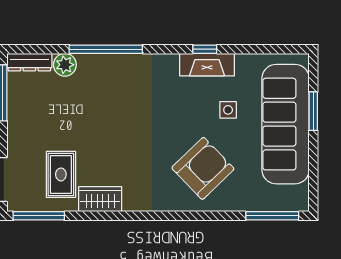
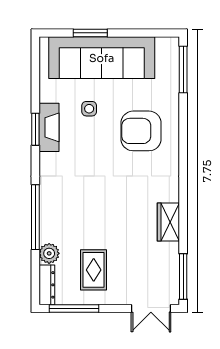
window: (205, 49) -> (35, 129), width x1.50
armchair: (203, 168) -> (141, 131), turned -46
rug: (61, 174) -> (94, 270), moved, turned 90

